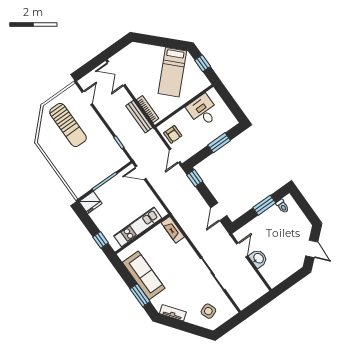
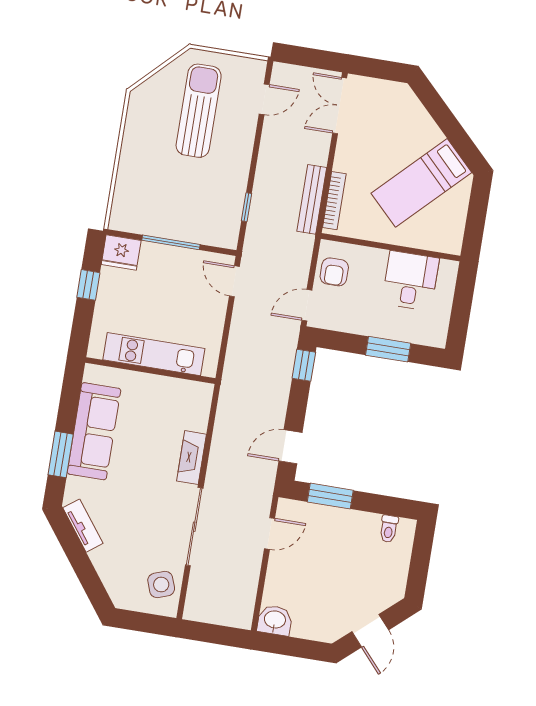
window: (203, 63) -> (477, 213), removed
sun lounger: (68, 125) -> (199, 111), turned 180
window: (264, 205) -> (330, 496), moved
fireplace: (173, 230) -> (191, 458), moved
window: (101, 240) -> (88, 285), moved
washbasin: (258, 258) -> (275, 620), moved, turned -90
side table: (208, 311) -> (161, 585), moved

